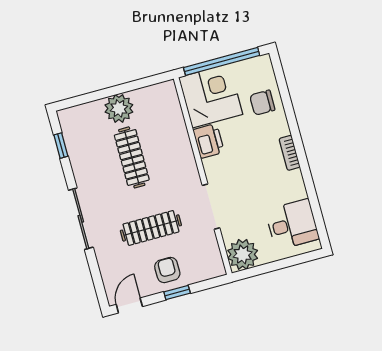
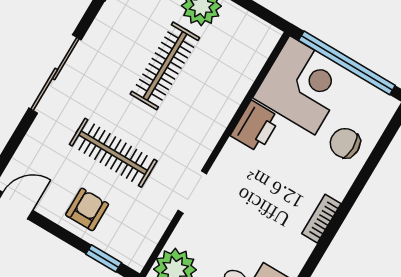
doorway: (211, 207) -> (192, 192), width x0.73
window: (177, 292) -> (104, 258), moved

